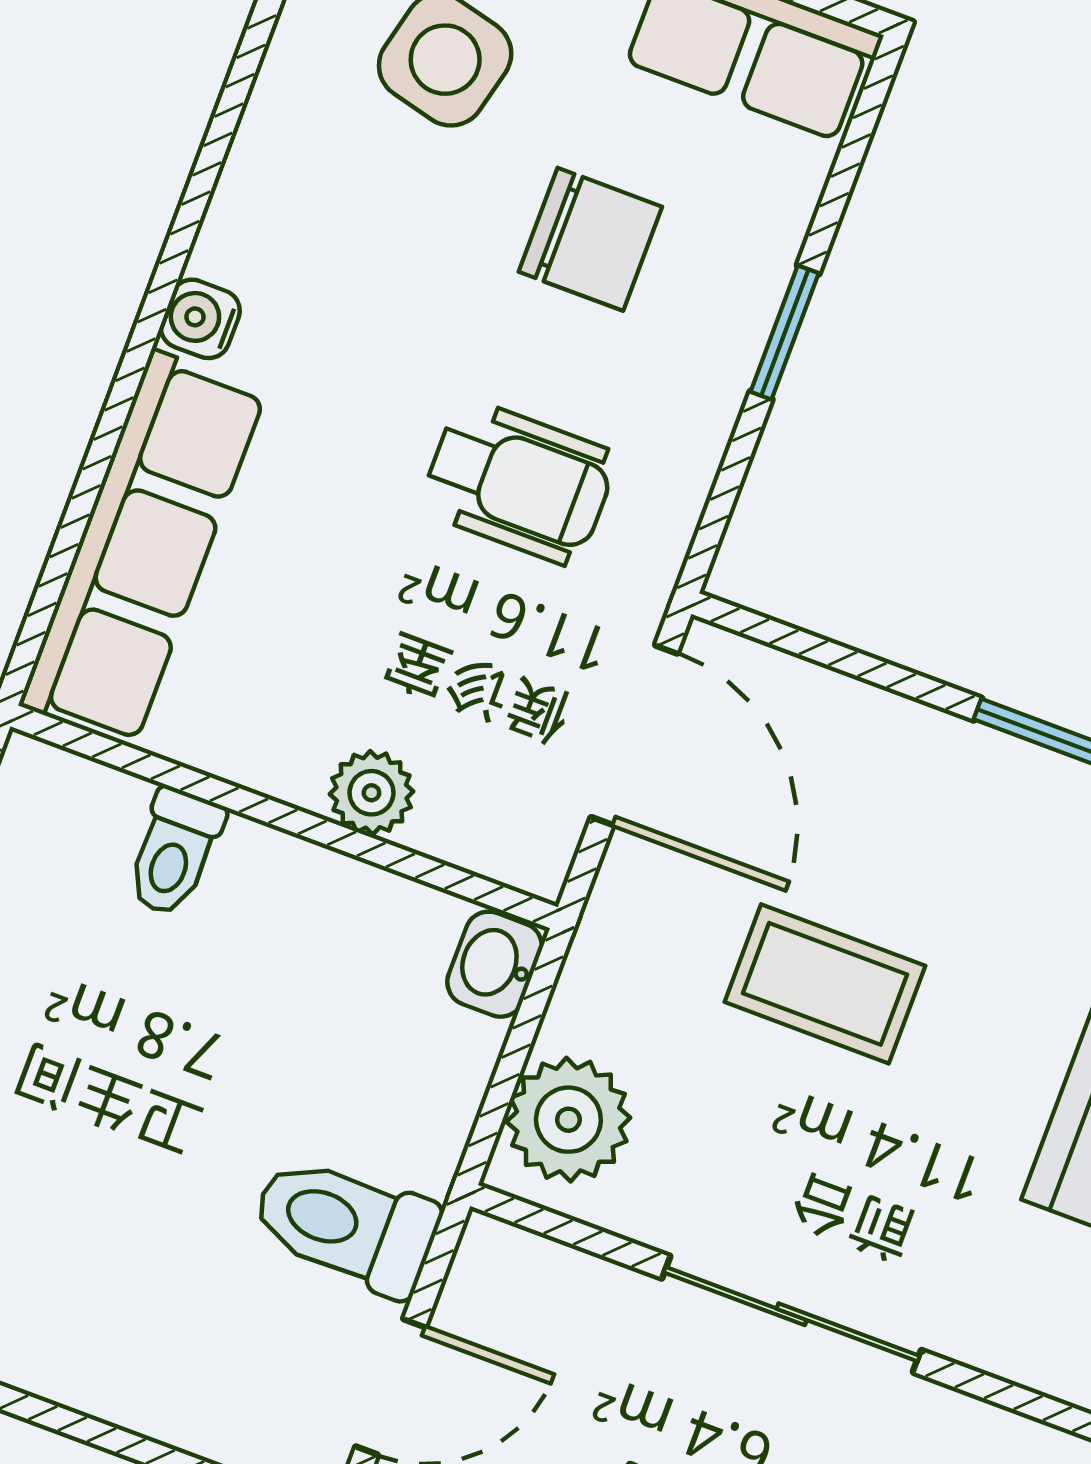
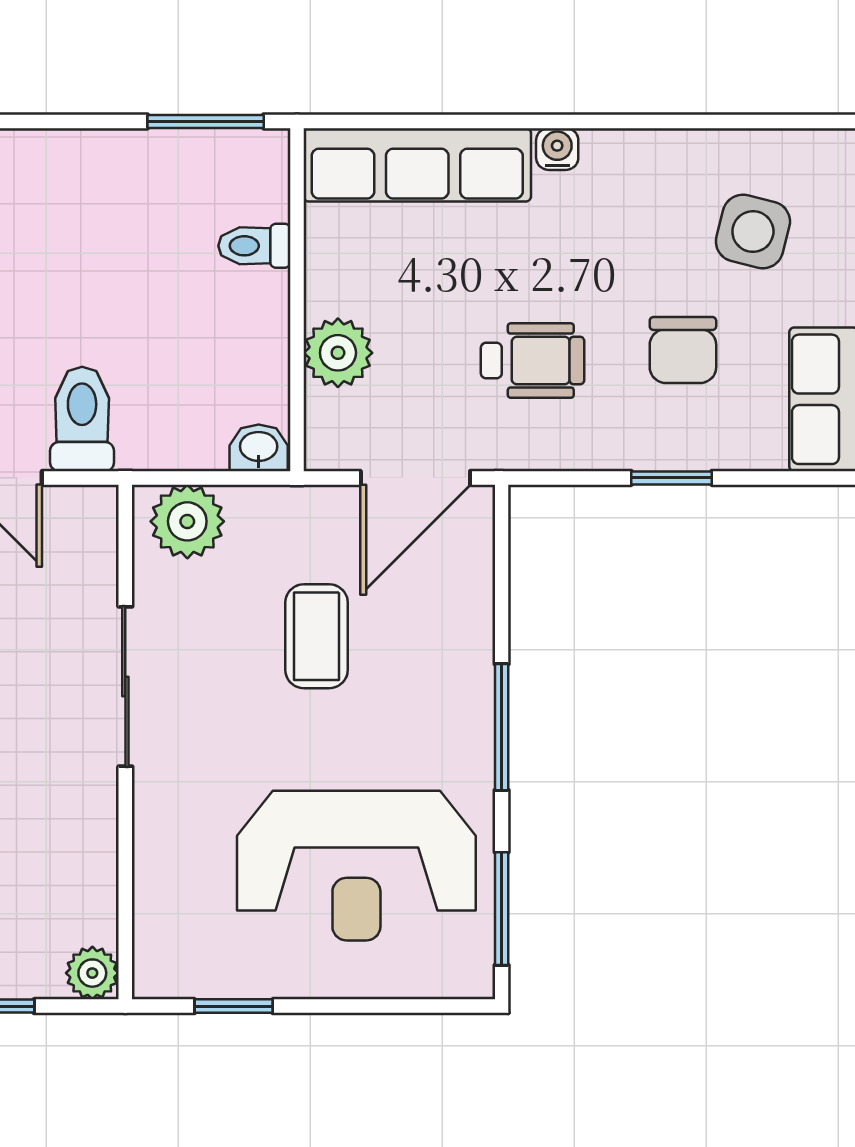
wheelchair: (518, 482) -> (533, 361), turned -90
plant: (371, 793) -> (338, 353), width x1.38, depth x1.38

